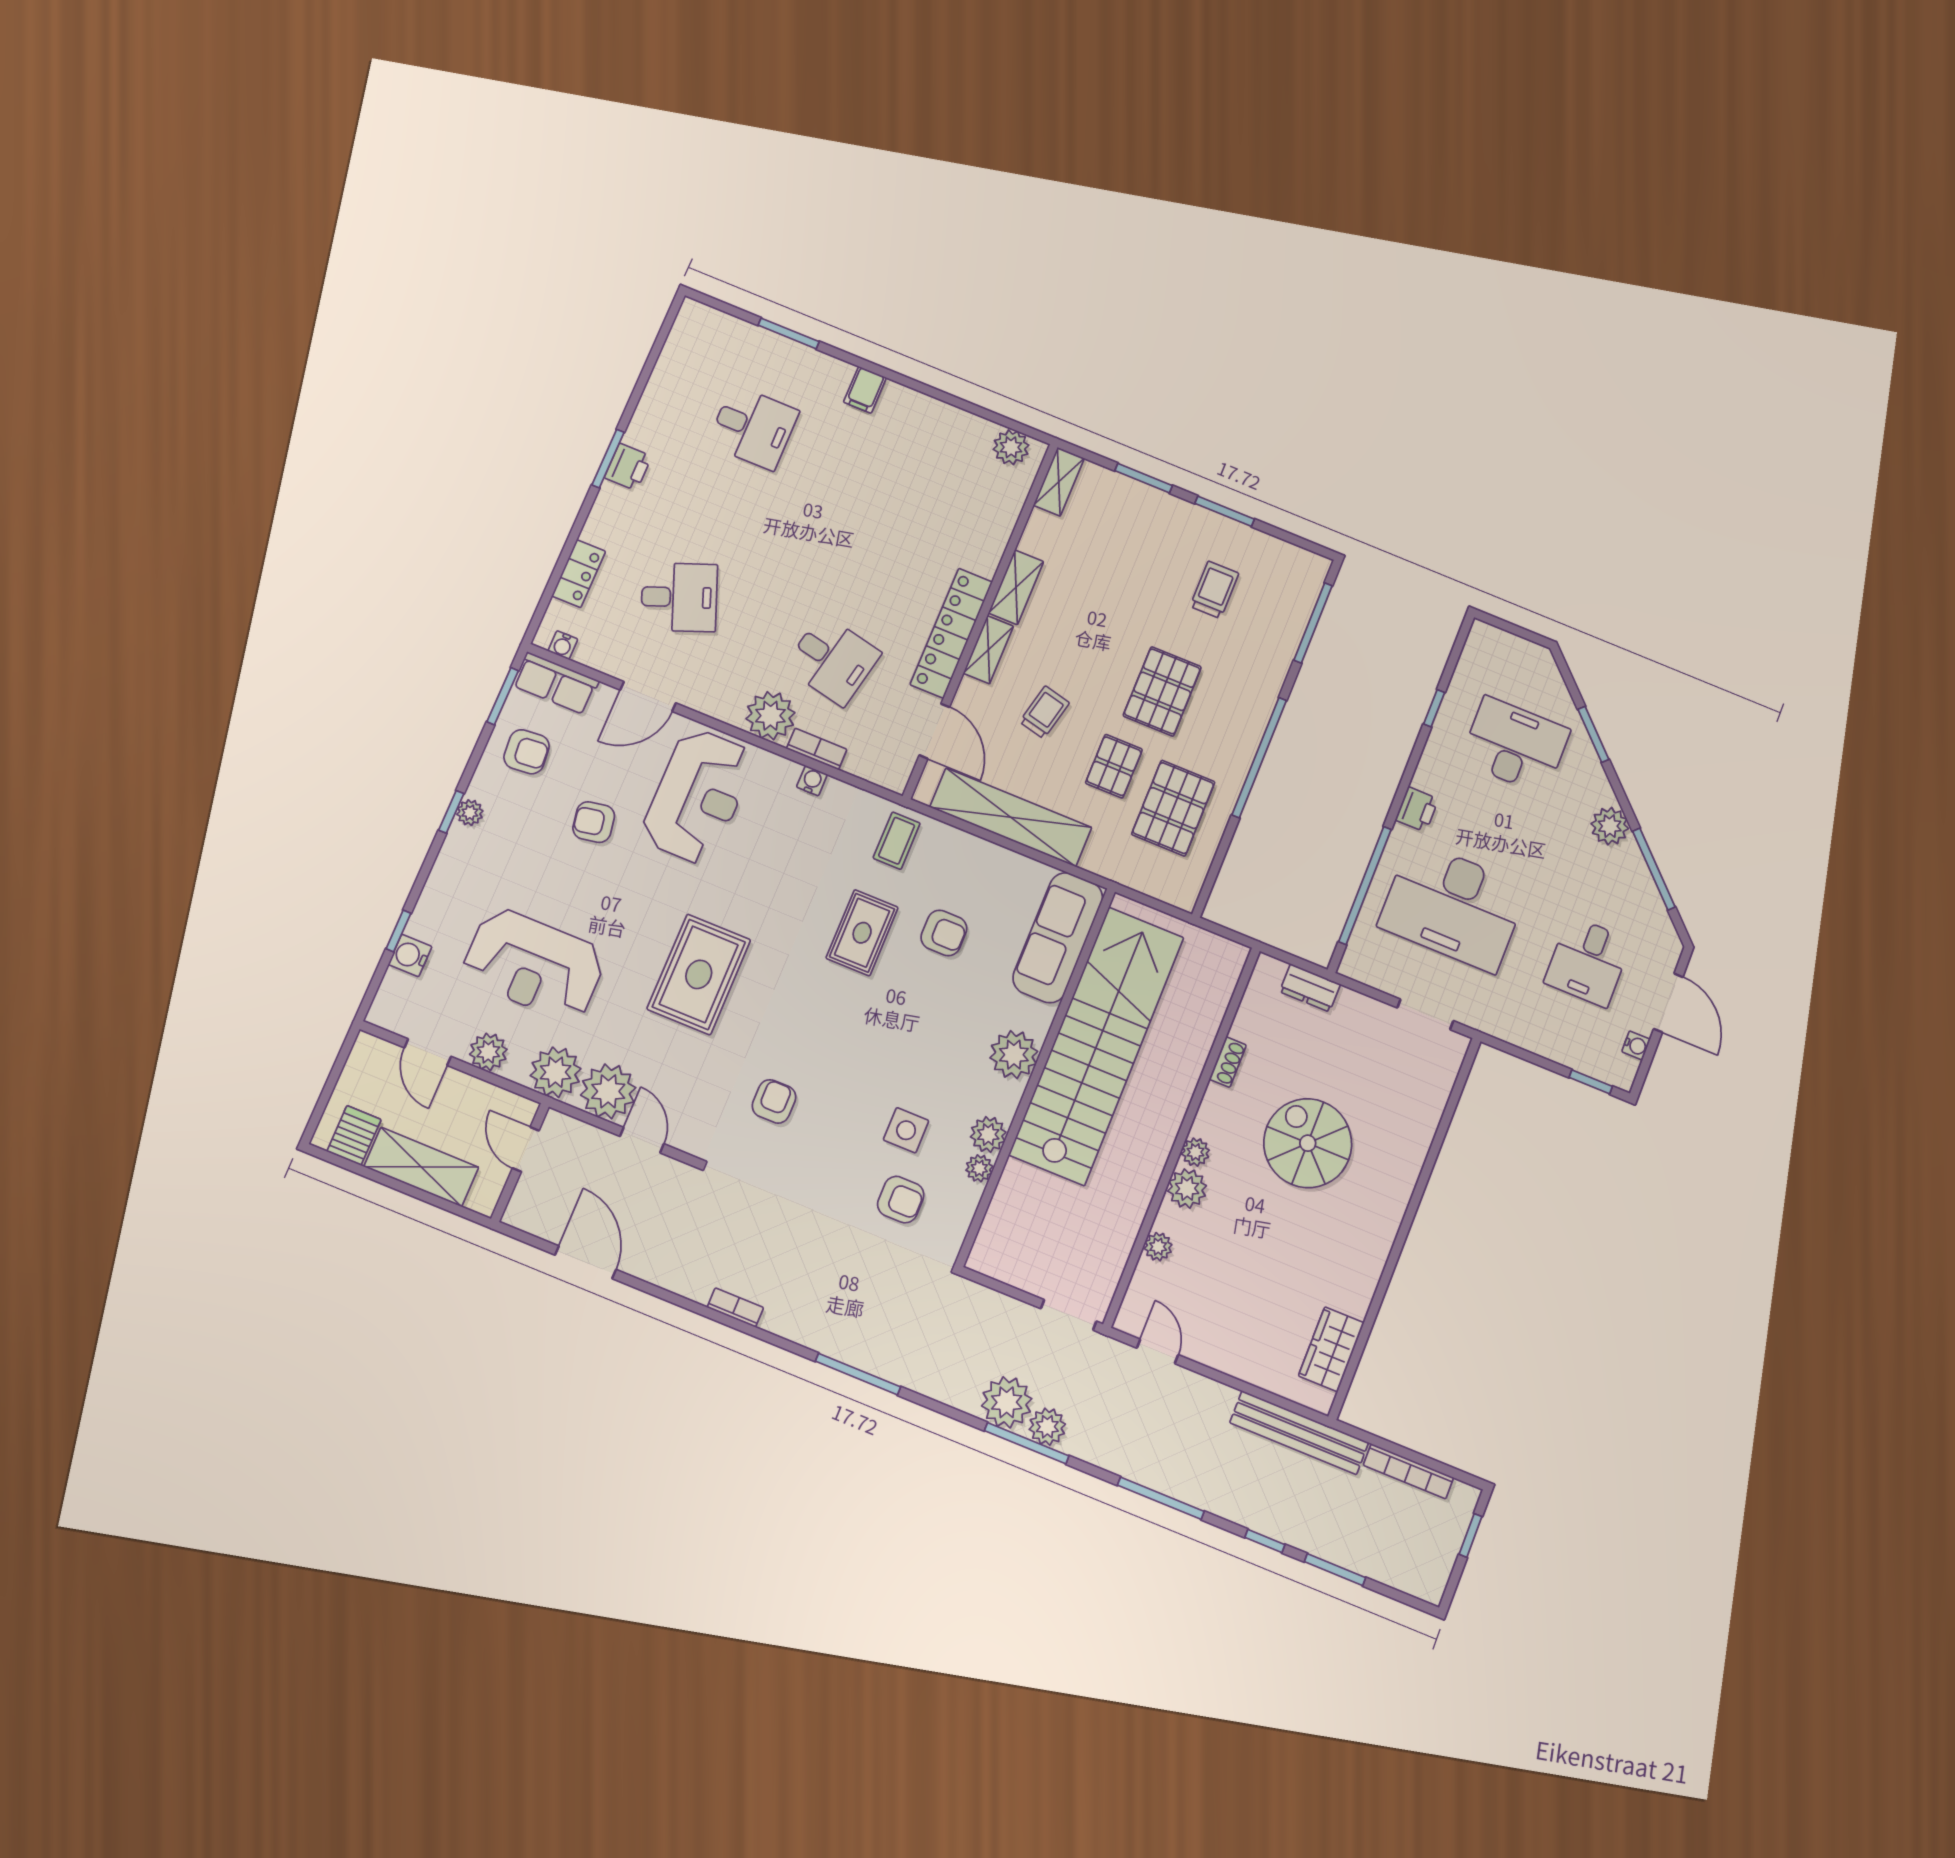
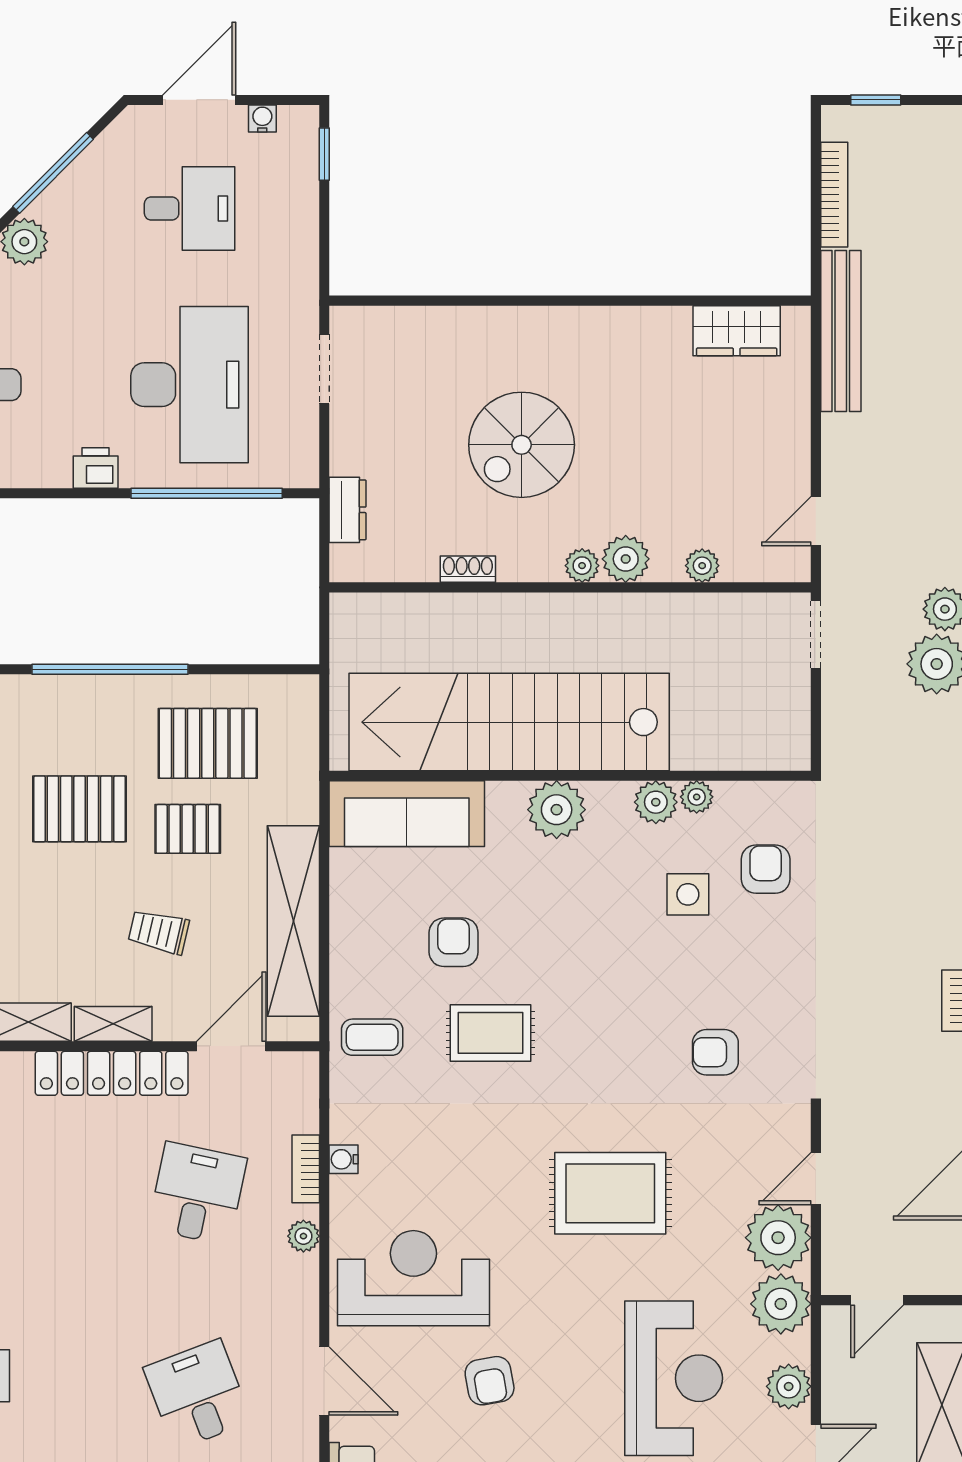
plant: (770, 716) -> (303, 1236), width x0.53, depth x0.53

